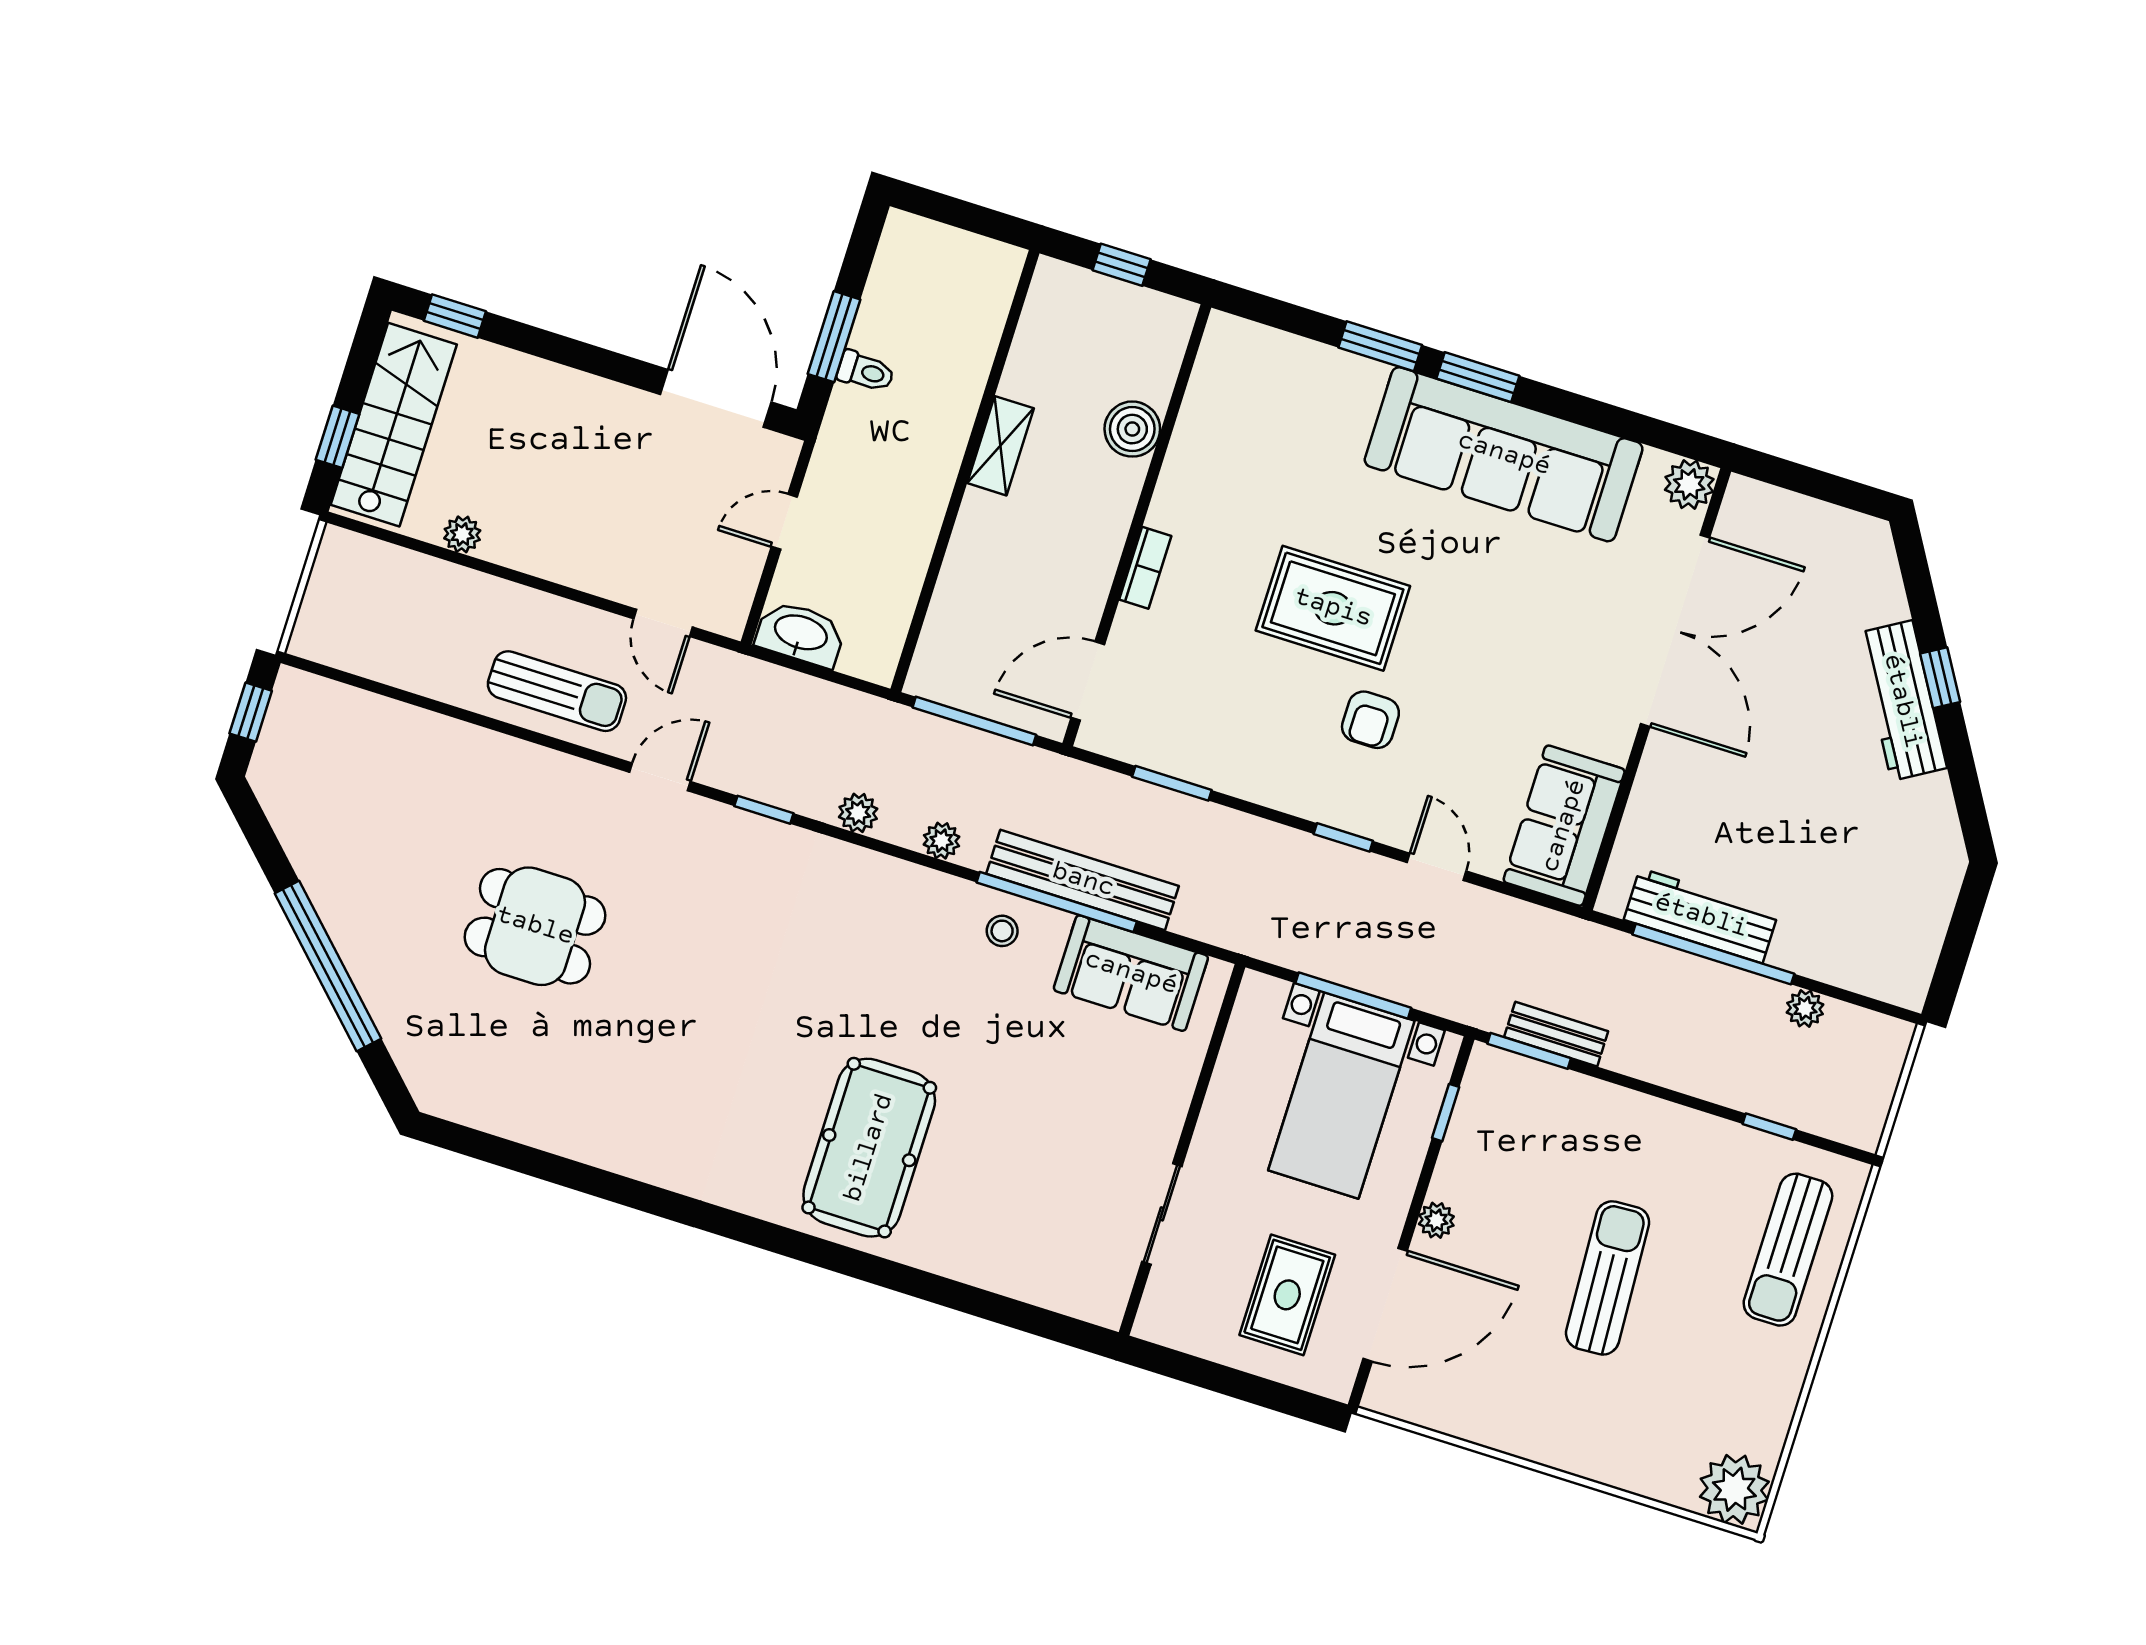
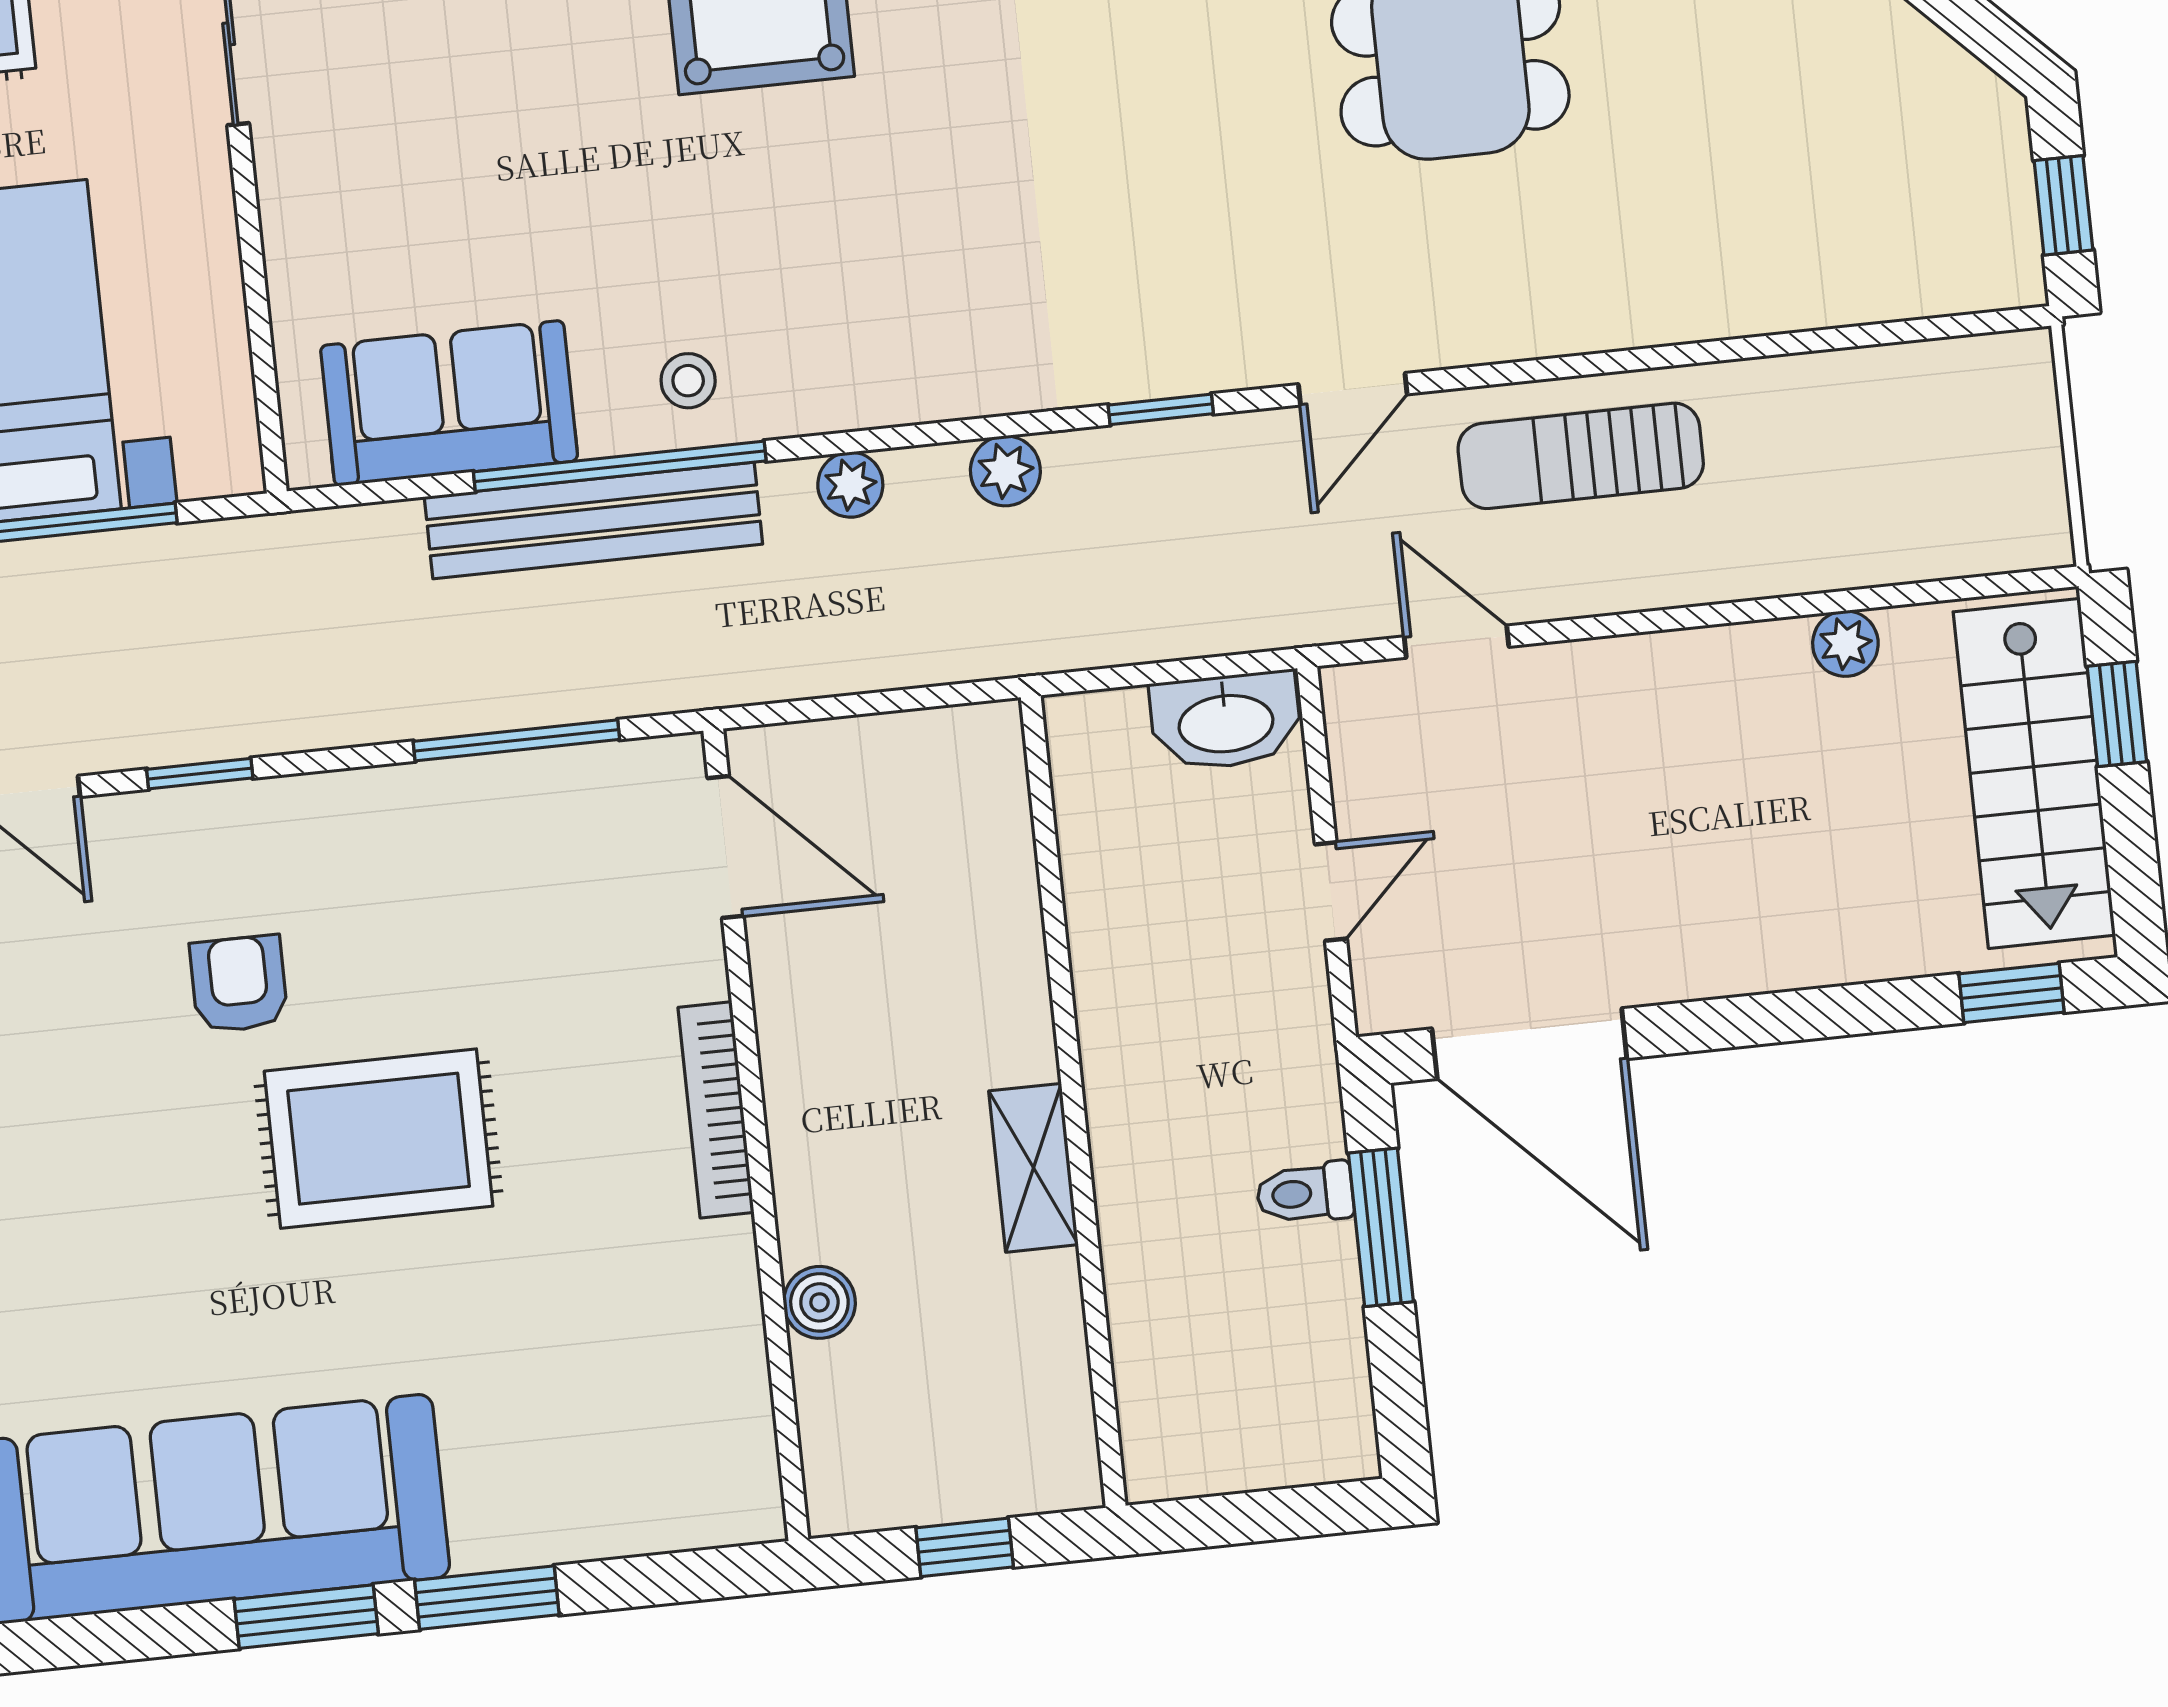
boiler: (1132, 429) -> (819, 1302), width x0.73, depth x0.73
bookcase: (1145, 568) -> (716, 1110), width x1.56
door: (1088, 681) -> (726, 847), hinge flipped
window: (974, 721) -> (882, 702), removed
window: (1172, 783) -> (516, 740), width x1.44

